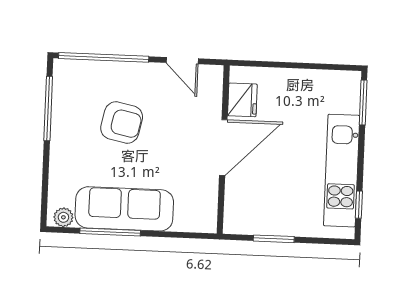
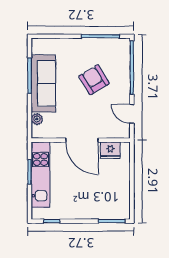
door: (182, 61) -> (132, 114), hinge flipped
armchair: (122, 123) -> (94, 80), turned 137
kitchen unit: (342, 171) -> (41, 175), moved, turned 90
plant: (63, 217) -> (37, 119), moved

